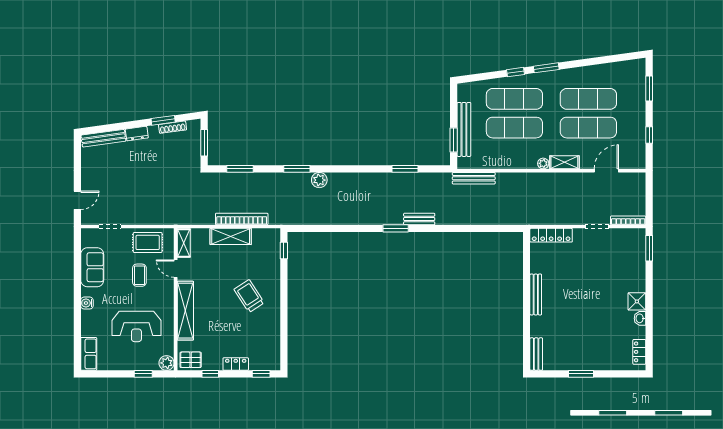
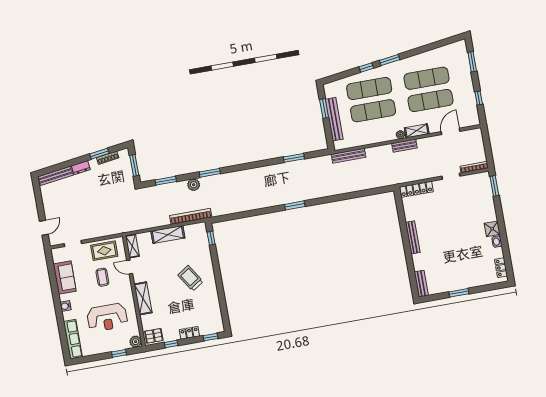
window: (454, 140) -> (324, 109), moved
plant: (319, 180) -> (194, 185), moved
bookcase: (242, 219) -> (191, 216), moved
bench: (419, 219) -> (404, 146), moved
shelving: (185, 311) -> (143, 298), width x0.68
row of seats: (89, 354) -> (73, 339), width x1.48

